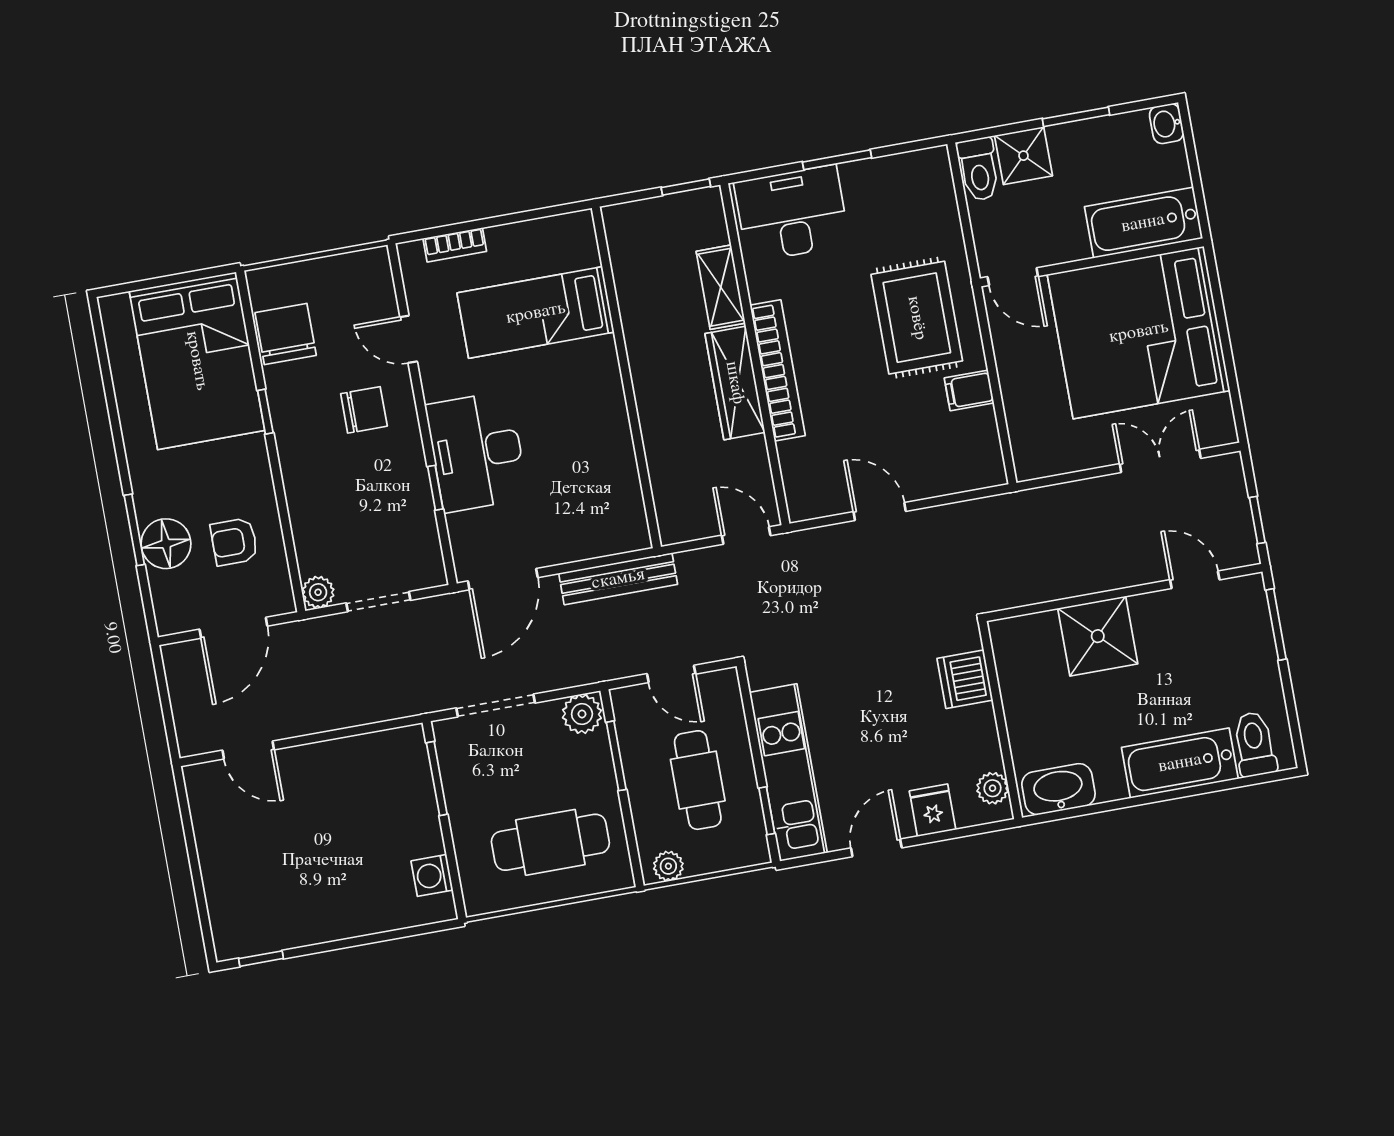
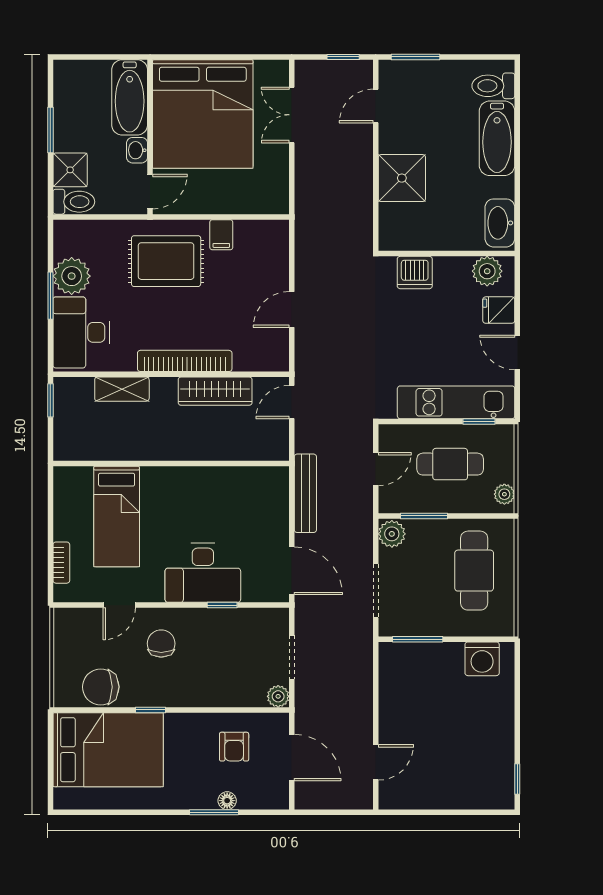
washbasin: (1166, 124) -> (137, 150), moved, turned 90
plant: (871, 185) -> (72, 276), added
wardrobe: (735, 383) -> (215, 391), moved
floor lamp: (166, 544) -> (227, 801), width x0.53, depth x0.53
plant: (993, 788) -> (487, 271), width x1.38, depth x1.38
washing machine: (432, 875) -> (482, 659), width x1.38, depth x1.38

